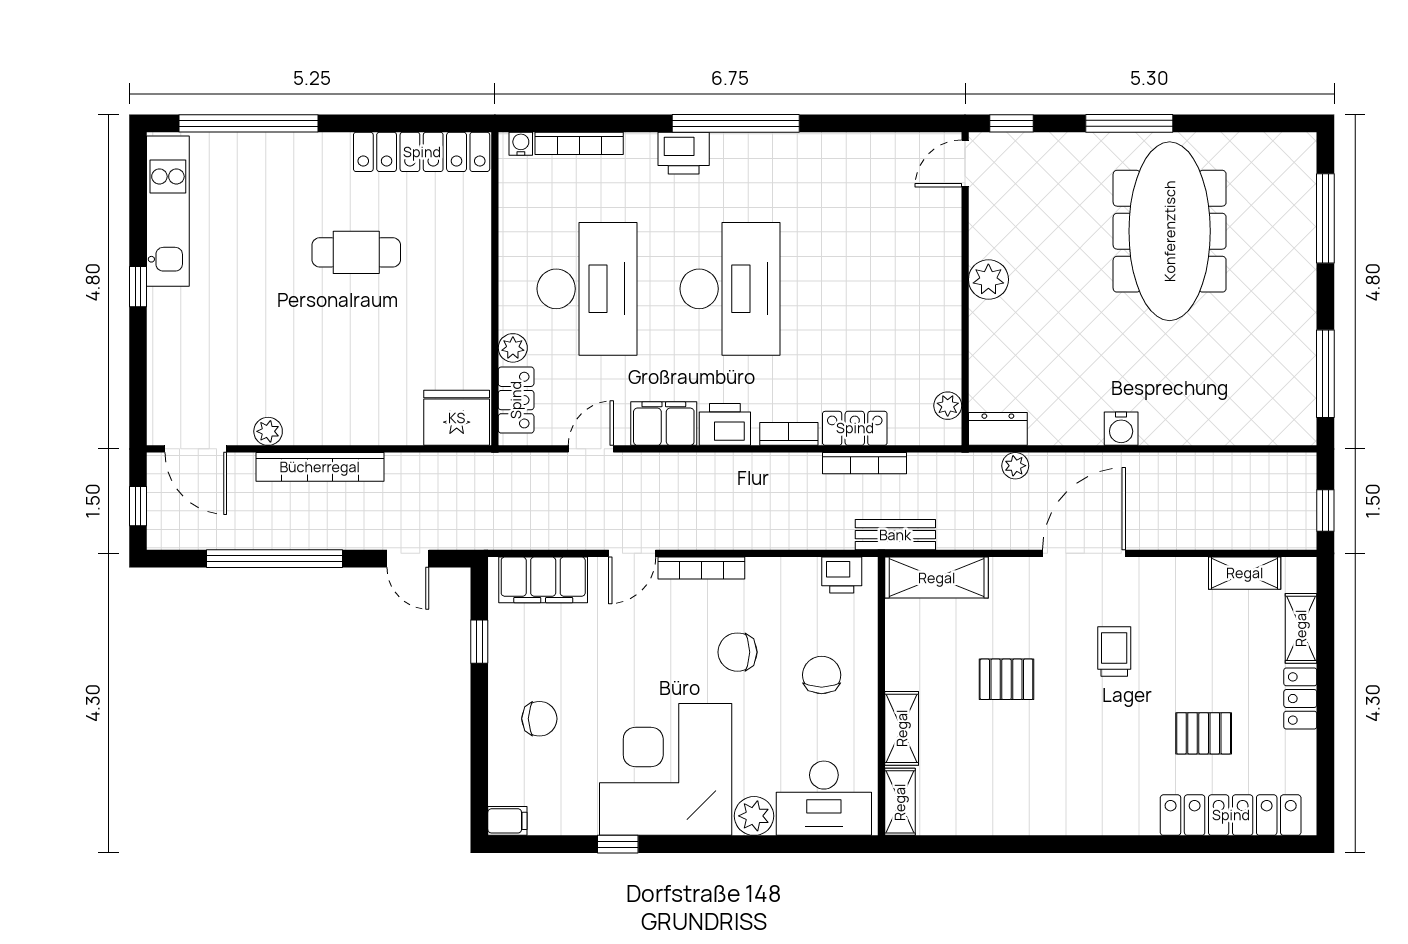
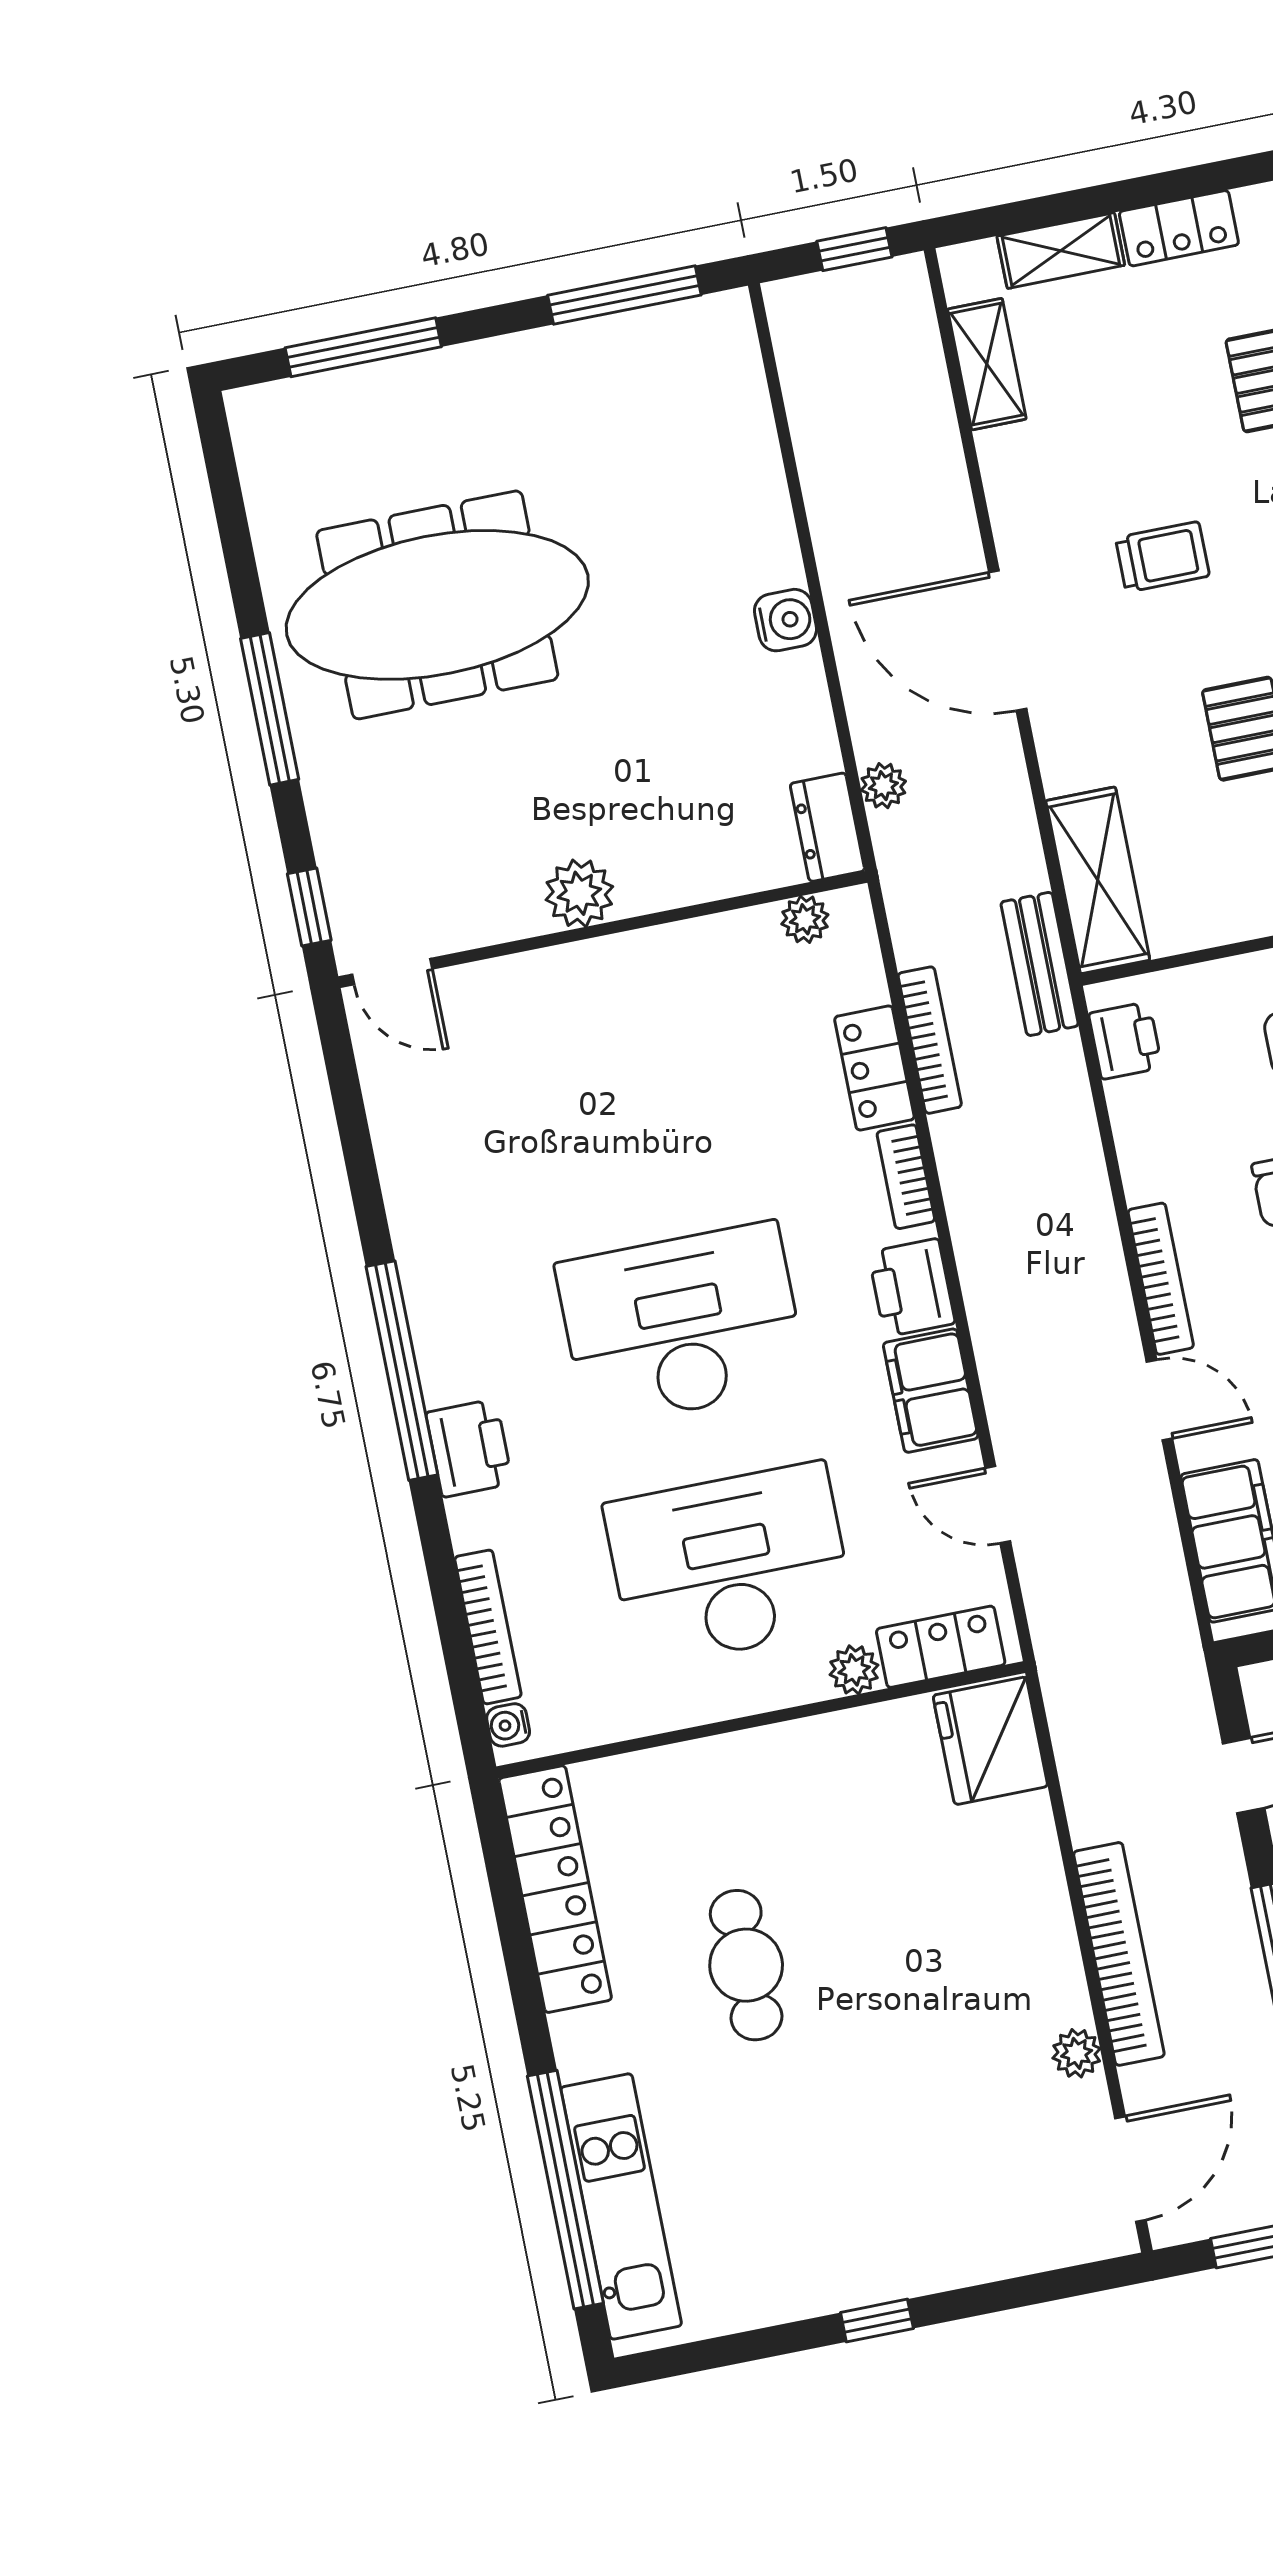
kitchen unit: (168, 211) -> (621, 2206), moved, turned 90
trolley: (1114, 652) -> (1162, 557), turned 180

